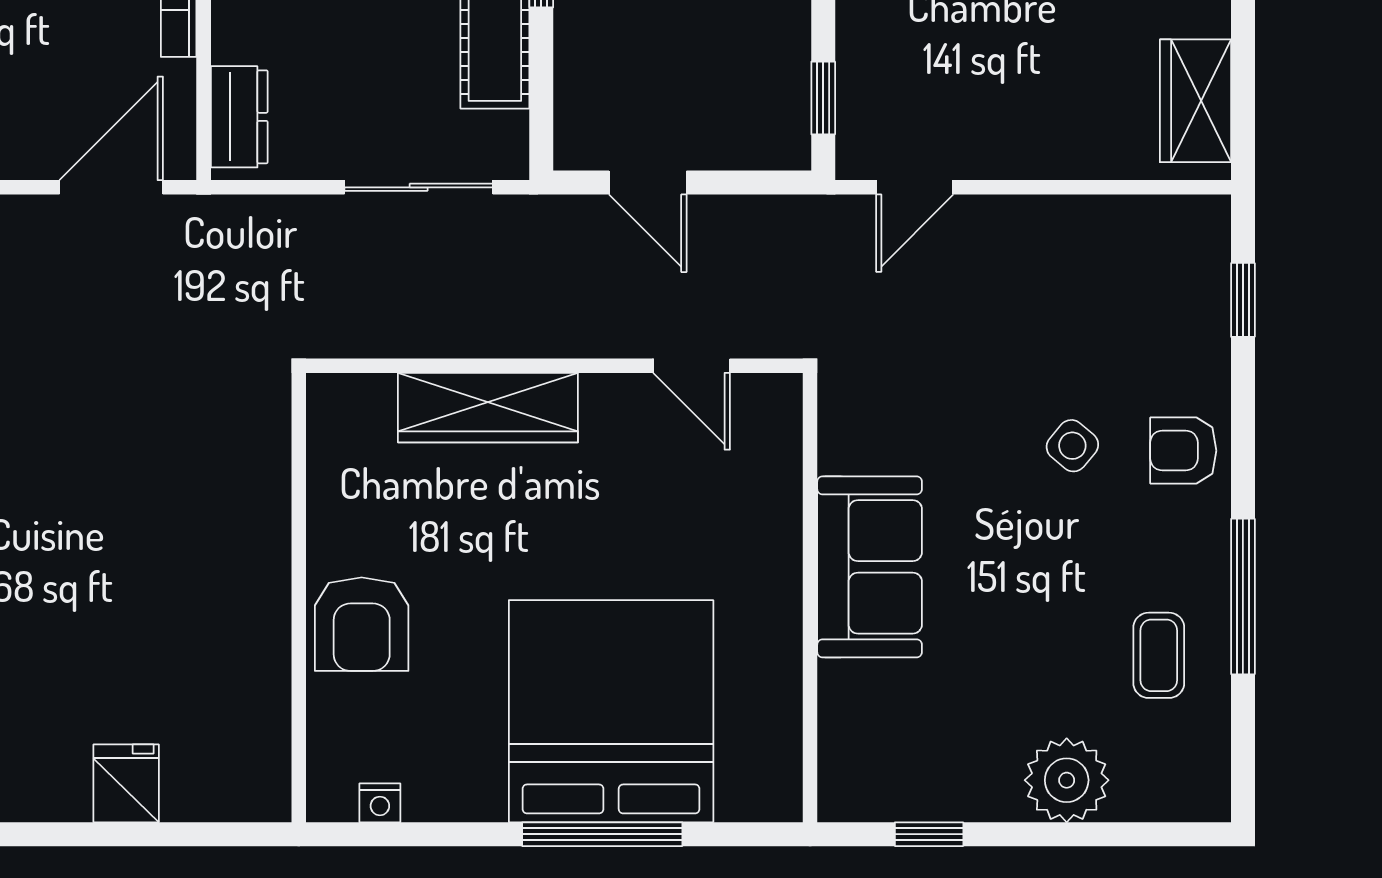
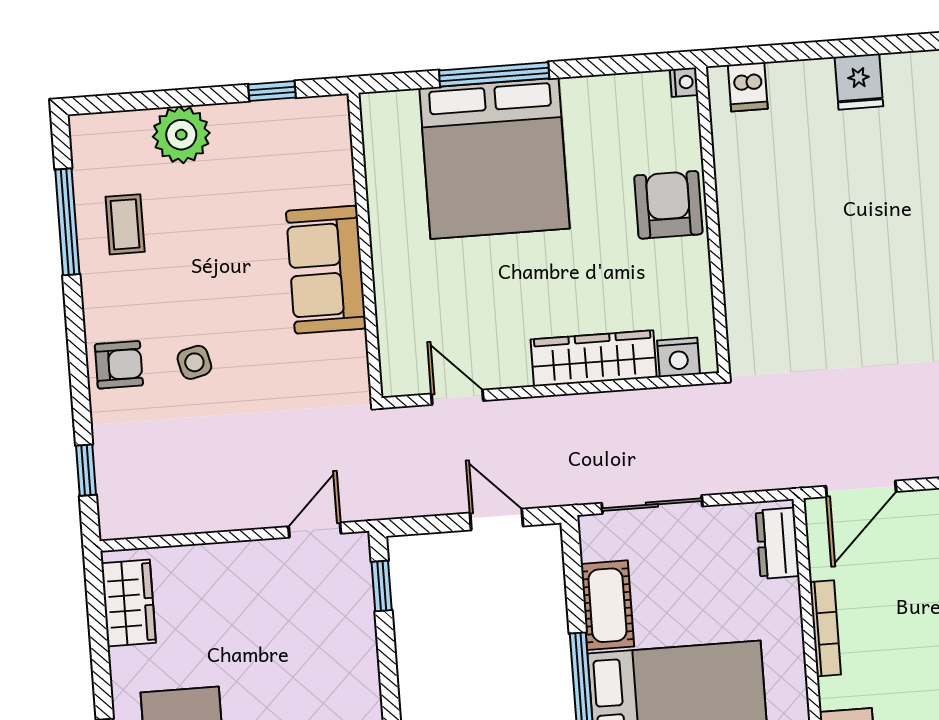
nightstand: (364, 400) -> (678, 357), added
side table: (1072, 446) -> (194, 362), turned 36
window: (1243, 596) -> (67, 222), moved
fridge: (126, 783) -> (859, 82), moved
dishwasher: (233, 788) -> (748, 87), added
nightstand: (380, 803) -> (684, 82), moved, turned 90

